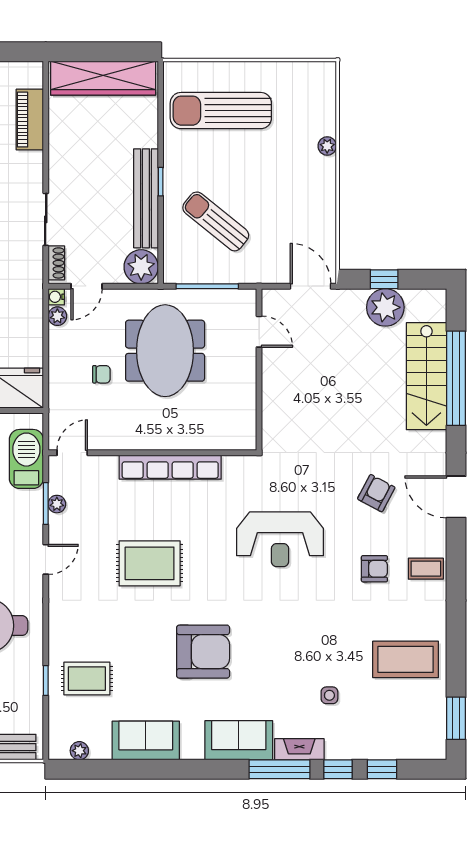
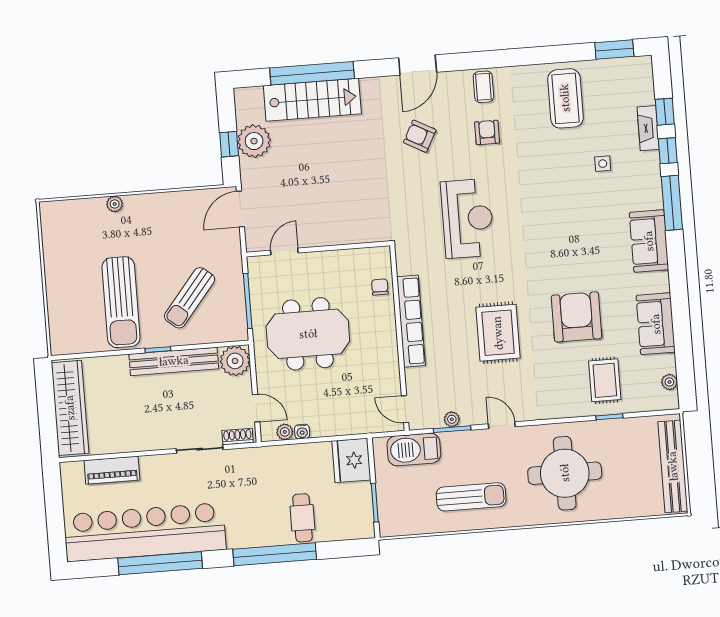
sun lounger: (221, 111) -> (121, 302), moved
water cooler: (56, 297) -> (302, 432), moved
chair: (101, 374) -> (380, 287), moved
armchair: (203, 652) -> (576, 317), moved
fireplace: (299, 749) -> (648, 128), moved

